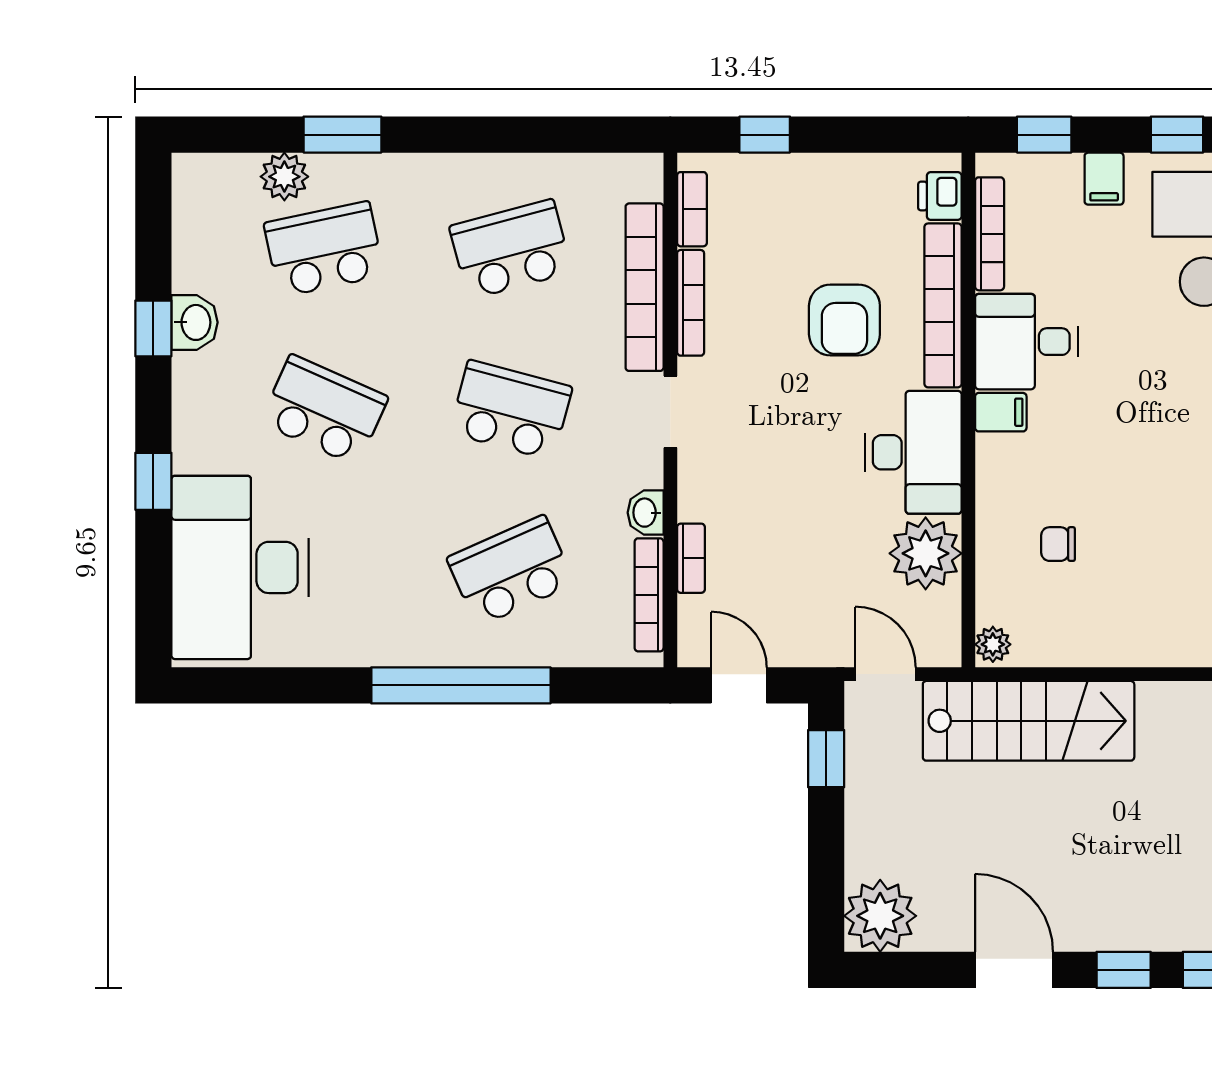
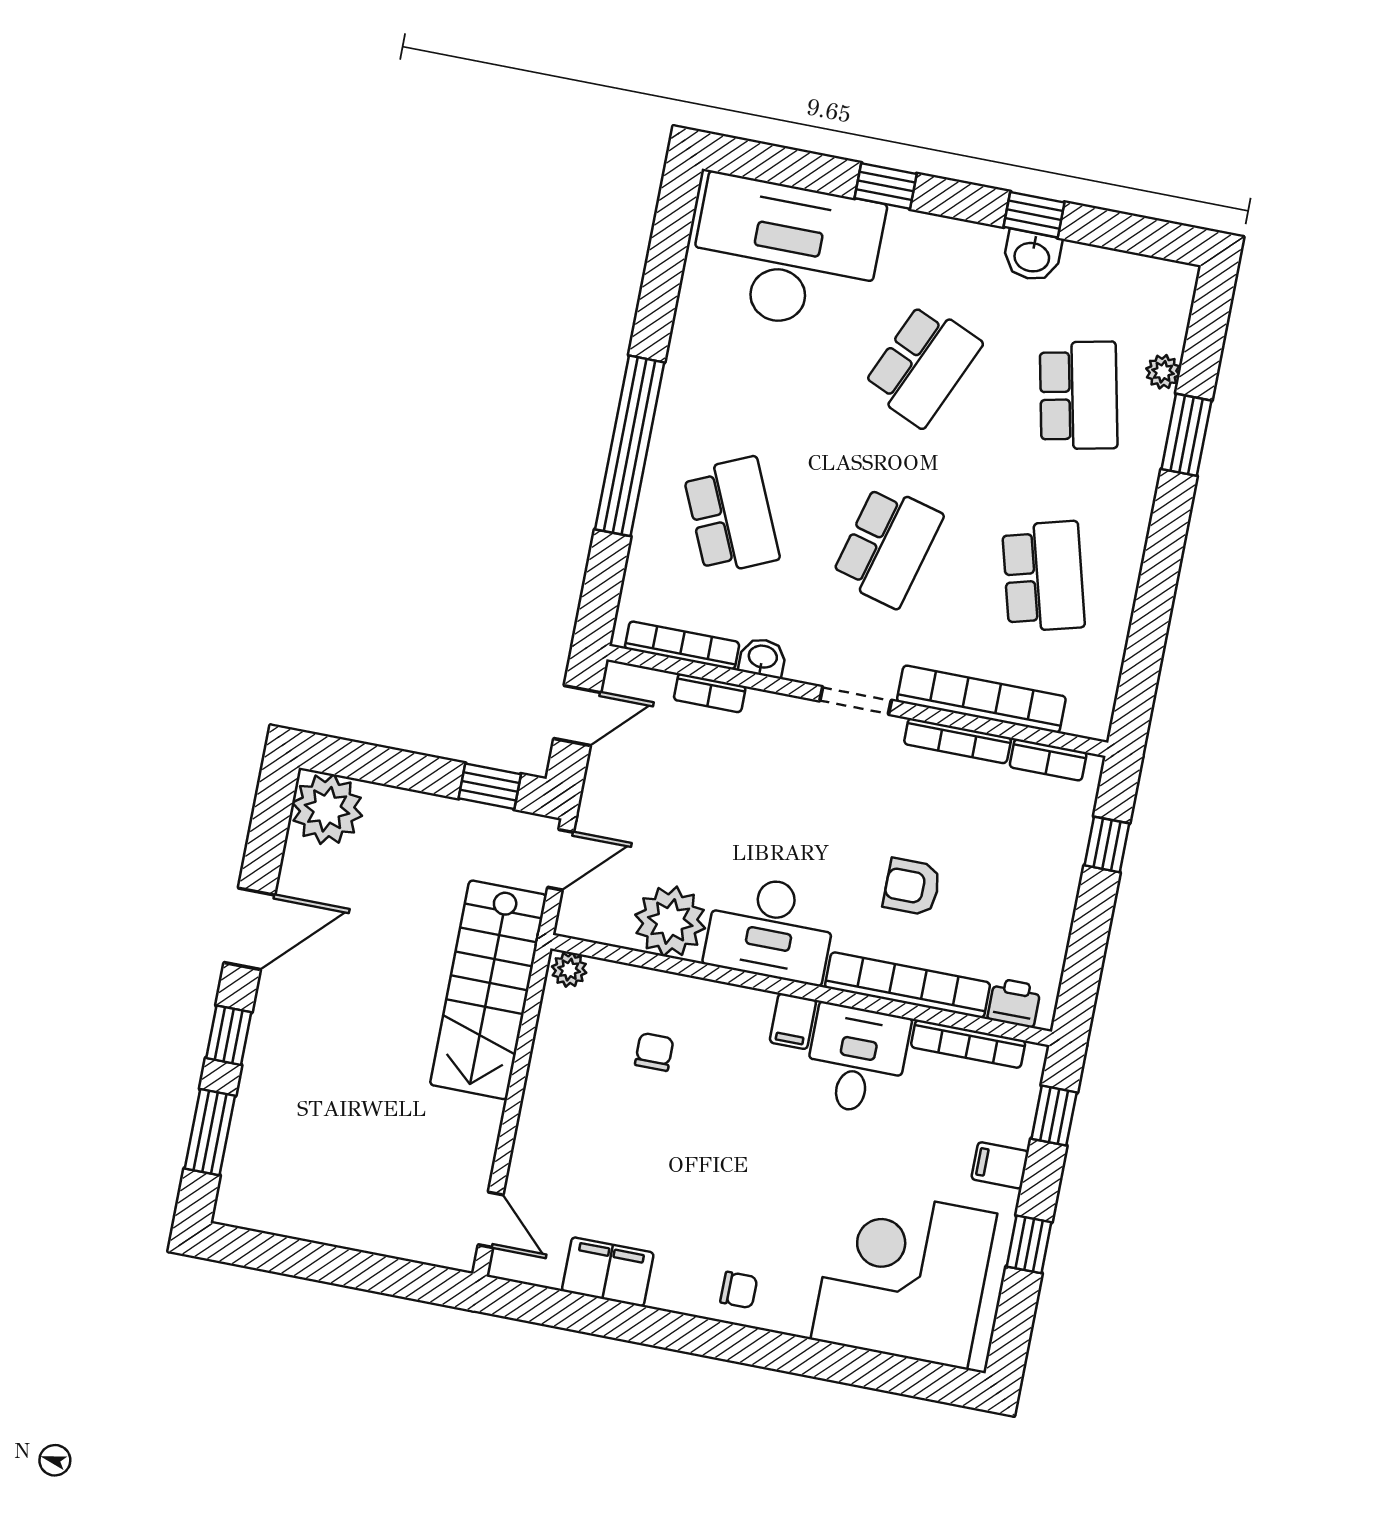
plant: (284, 177) -> (1163, 372), width x0.73, depth x0.73
armchair: (844, 320) -> (912, 887), width x0.72, depth x0.72

